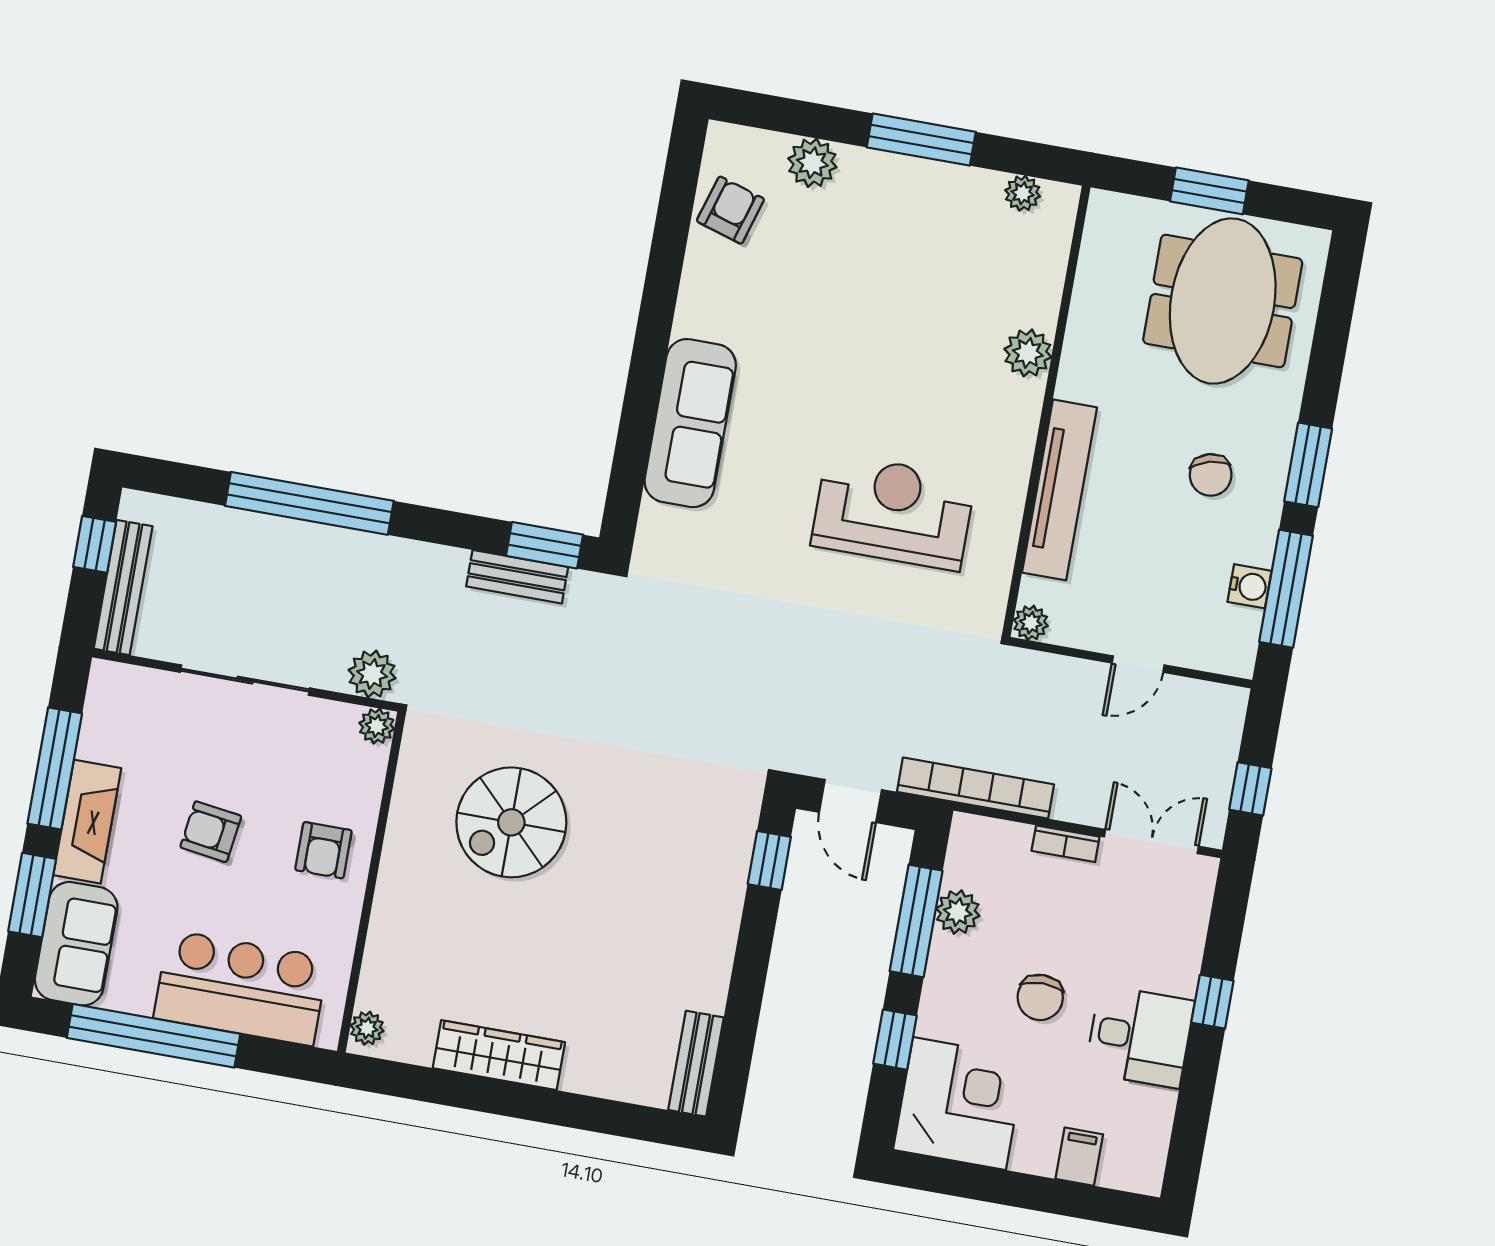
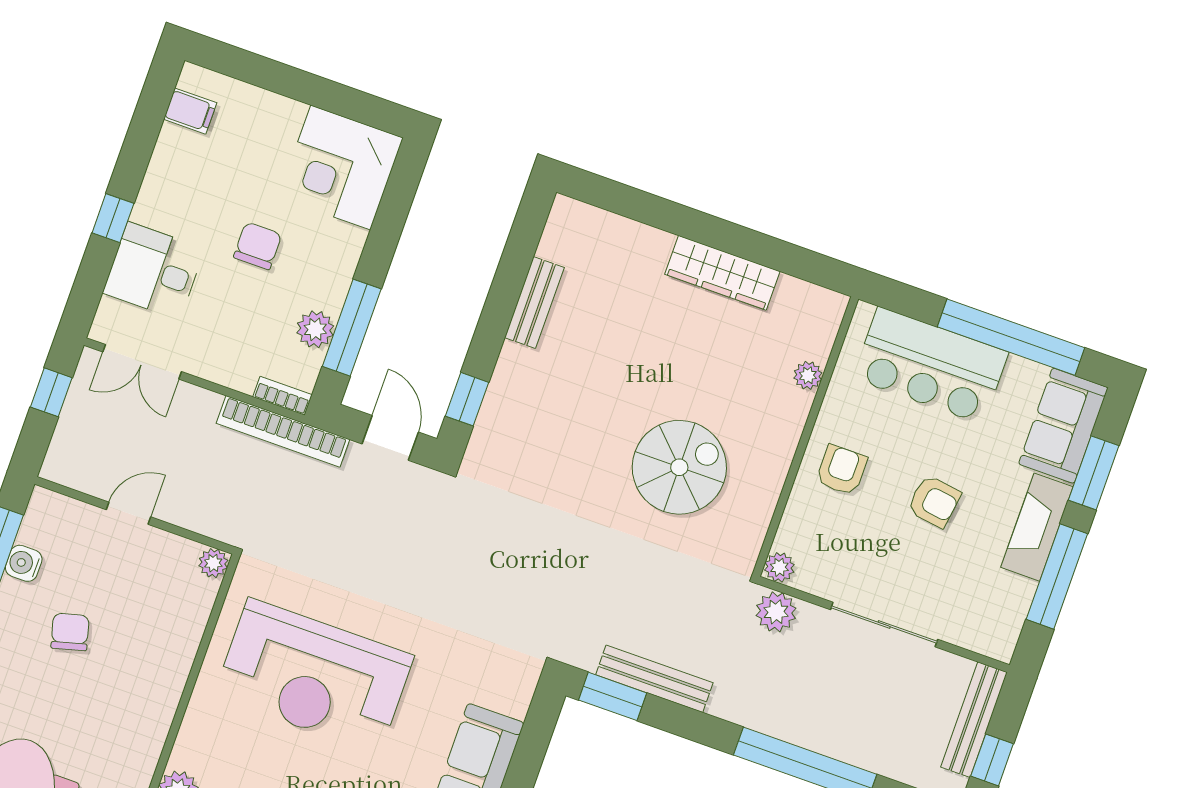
chair: (1211, 475) -> (70, 632), moved
tv unit: (1059, 490) -> (171, 671), removed
reception desk: (893, 512) -> (314, 676), width x1.36, depth x1.30
bench: (517, 577) -> (654, 679), width x1.36
bookcase: (1066, 844) -> (283, 396), moved
plant: (367, 1028) -> (808, 375), moved
desk: (1140, 1037) -> (154, 271), moved
window: (895, 1040) -> (386, 230), removed
bench: (696, 1064) -> (534, 303), moved
filing cabinet: (1079, 1157) -> (190, 111), moved, turned -90

